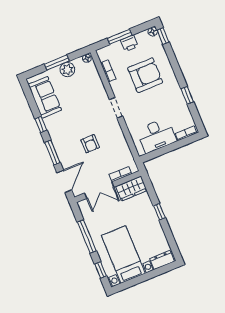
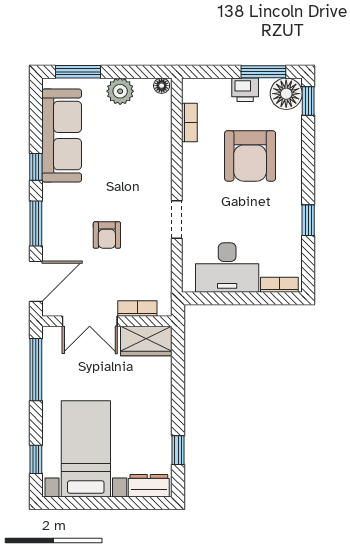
floor lamp: (153, 32) -> (286, 94), width x1.89, depth x1.89
window: (120, 37) -> (263, 72), moved
window: (57, 62) -> (78, 72), moved
armchair: (145, 75) -> (250, 156), turned 90
sofa: (45, 97) -> (62, 136), width x1.36
doorway: (116, 108) -> (177, 219), moved
window: (159, 212) -> (178, 450), moved
window: (87, 236) -> (36, 370), moved

